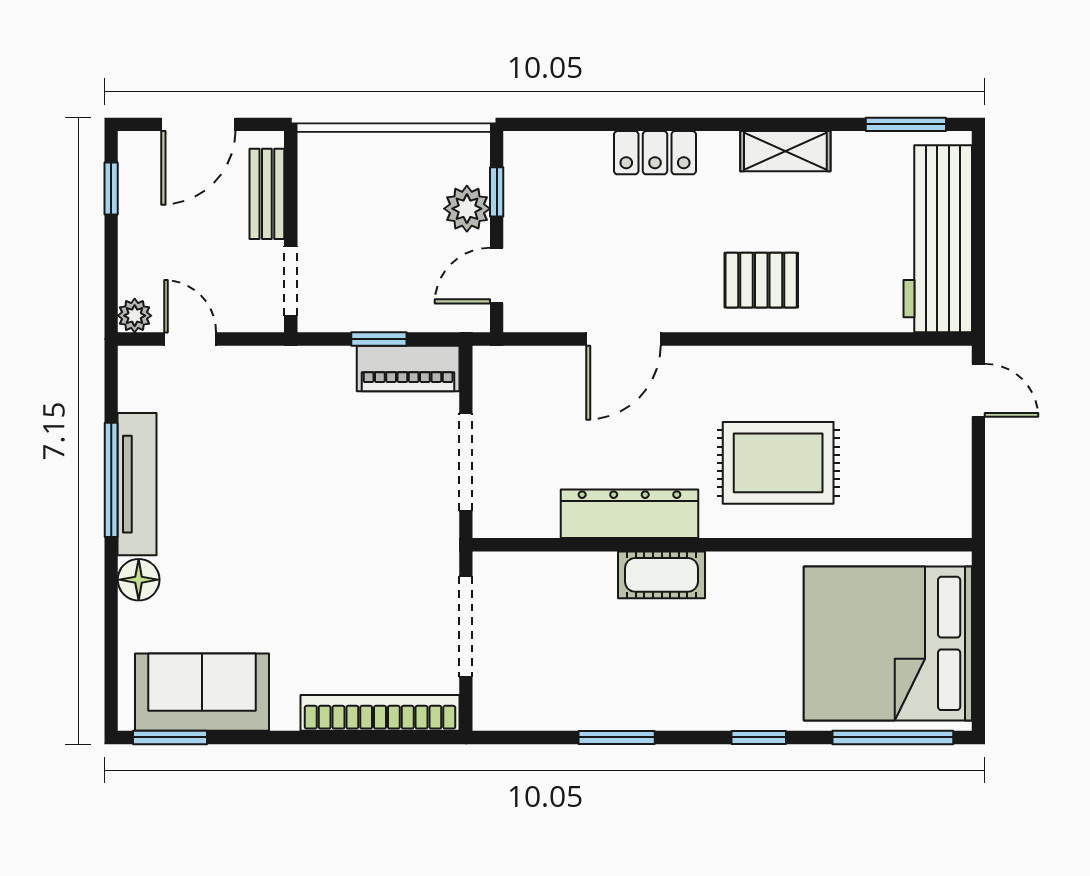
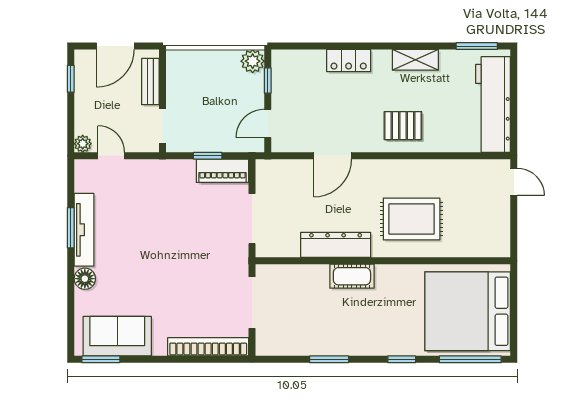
plant: (467, 209) -> (253, 61), moved
window: (111, 480) -> (71, 228), width x0.69

